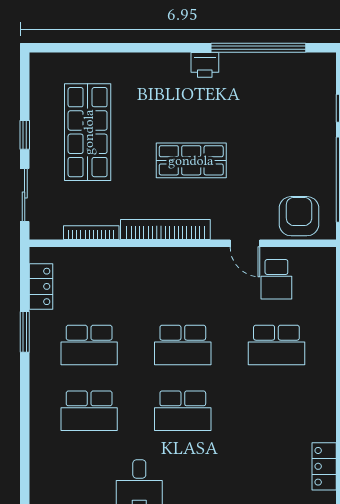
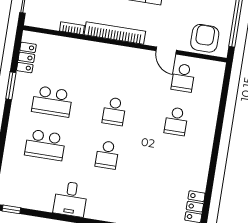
bookcase: (91, 233) -> (72, 28), width x0.64
school desk: (183, 345) -> (114, 111), width x0.54
school desk: (276, 345) -> (176, 121), width x0.54
school desk: (183, 411) -> (107, 155), width x0.54

